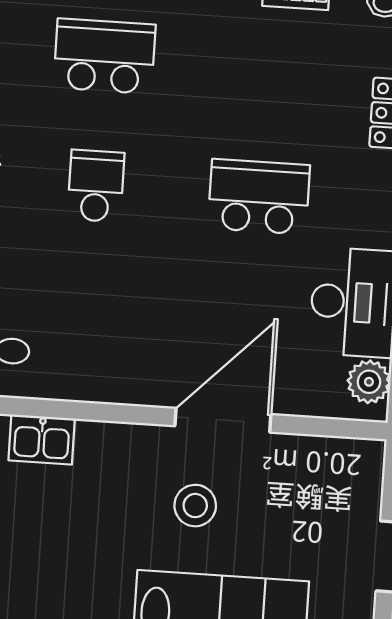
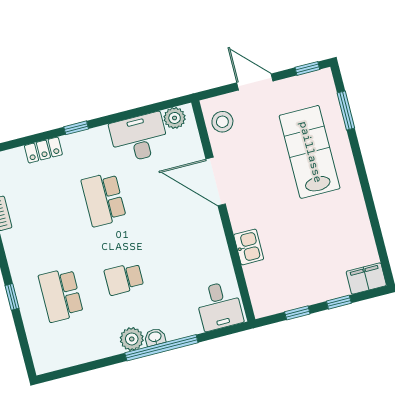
kitchen sink: (42, 439) -> (249, 247), moved
stool: (195, 506) -> (222, 122), moved

